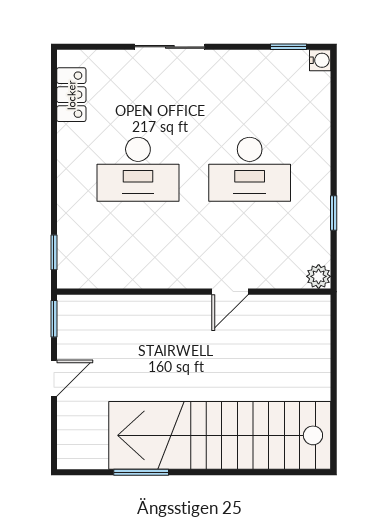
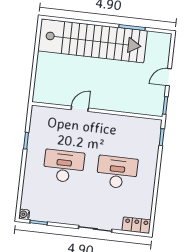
locker: (71, 95) -> (136, 225), moved, turned 90
plant: (319, 276) -> (37, 111), removed

